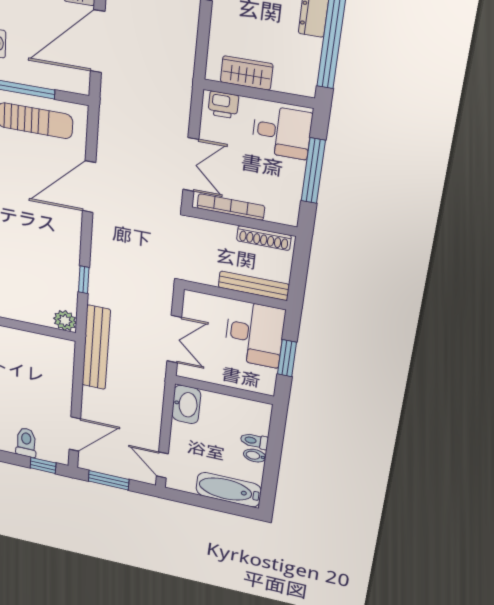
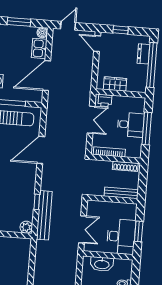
desk: (282, 132) -> (131, 125), moved
double door: (191, 165) -> (91, 120), moved
desk: (254, 334) -> (121, 237), moved
bench: (96, 348) -> (44, 215), moved
washbasin: (186, 404) -> (102, 264), moved, turned 90

